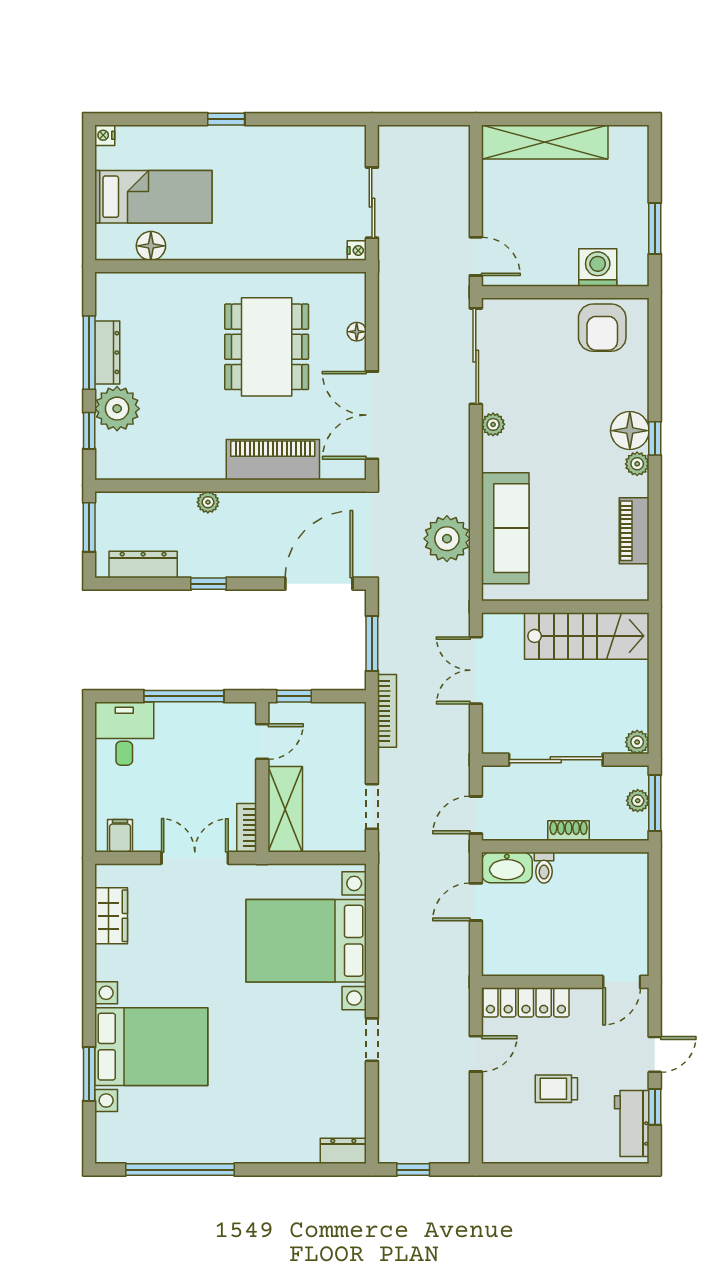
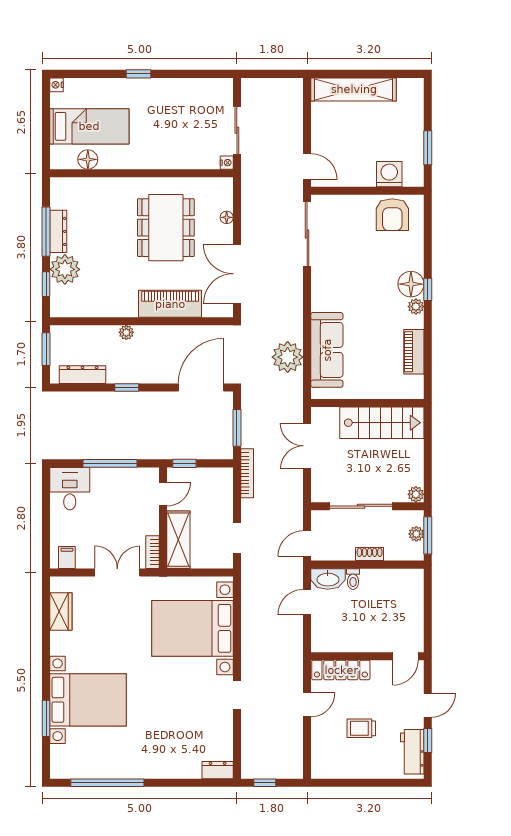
plant: (493, 424) -> (319, 280), removed

